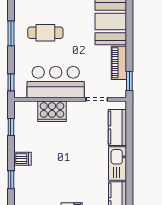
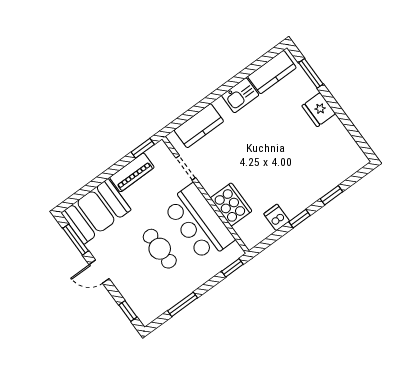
cafe table: (45, 33) -> (160, 249), moved
window: (11, 127) -> (300, 219), moved
dishwasher: (22, 159) -> (277, 217), moved
kitchen sink: (118, 164) -> (240, 95), width x0.73

